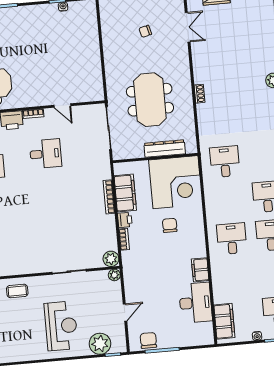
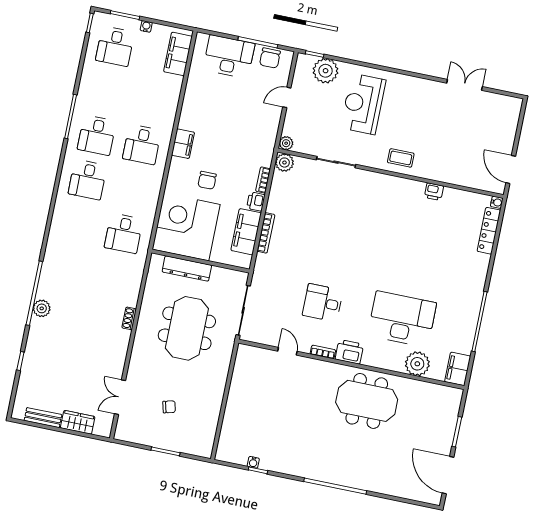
filing cabinet: (200, 270) -> (183, 144), moved
desk: (195, 303) -> (229, 57), moved, turned 90

